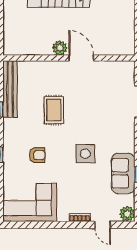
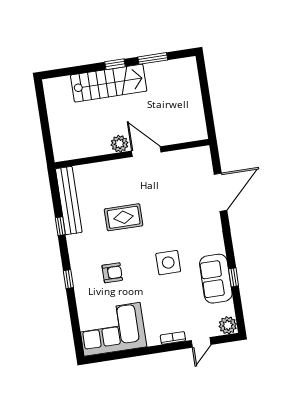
rug: (54, 110) -> (124, 217), turned 90
door: (103, 225) -> (201, 342), hinge flipped

